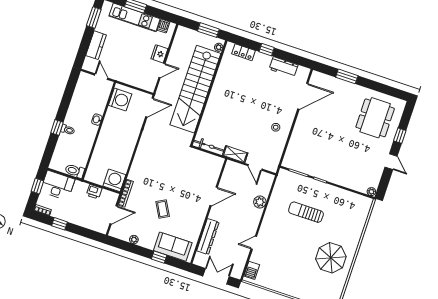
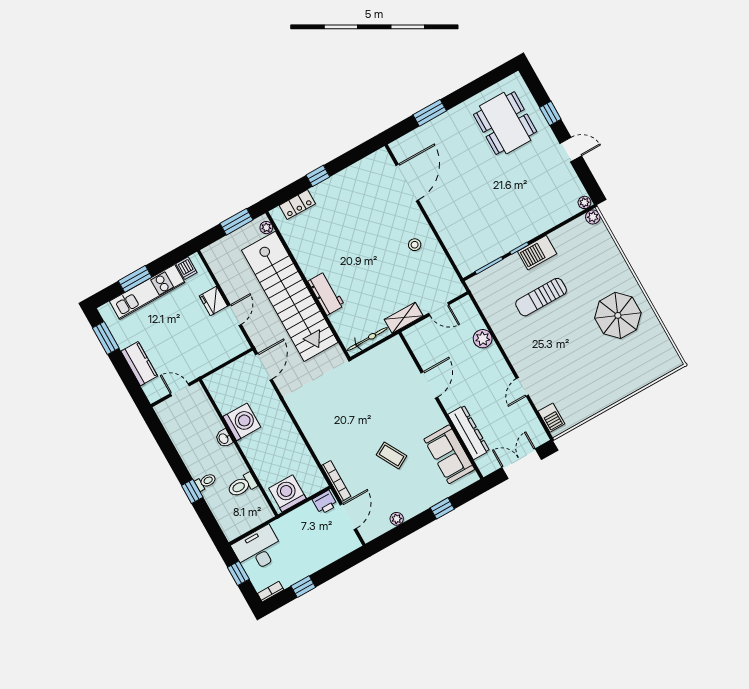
workbench: (284, 67) -> (326, 293), moved, turned -90
washing machine: (120, 100) -> (242, 422), moved
toilet: (75, 171) -> (242, 485), moved
washing machine: (114, 180) -> (287, 493), moved
barbecue: (326, 191) -> (537, 253), added
printer: (94, 192) -> (325, 502), moved
plant: (368, 202) -> (593, 217), added
sofa: (173, 247) -> (449, 454), moved, turned -90

